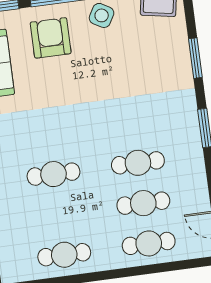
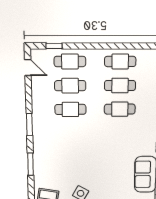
armchair: (51, 38) -> (111, 185), removed
cafe table: (59, 214) -> (120, 86), added
window: (178, 265) -> (54, 46), added

